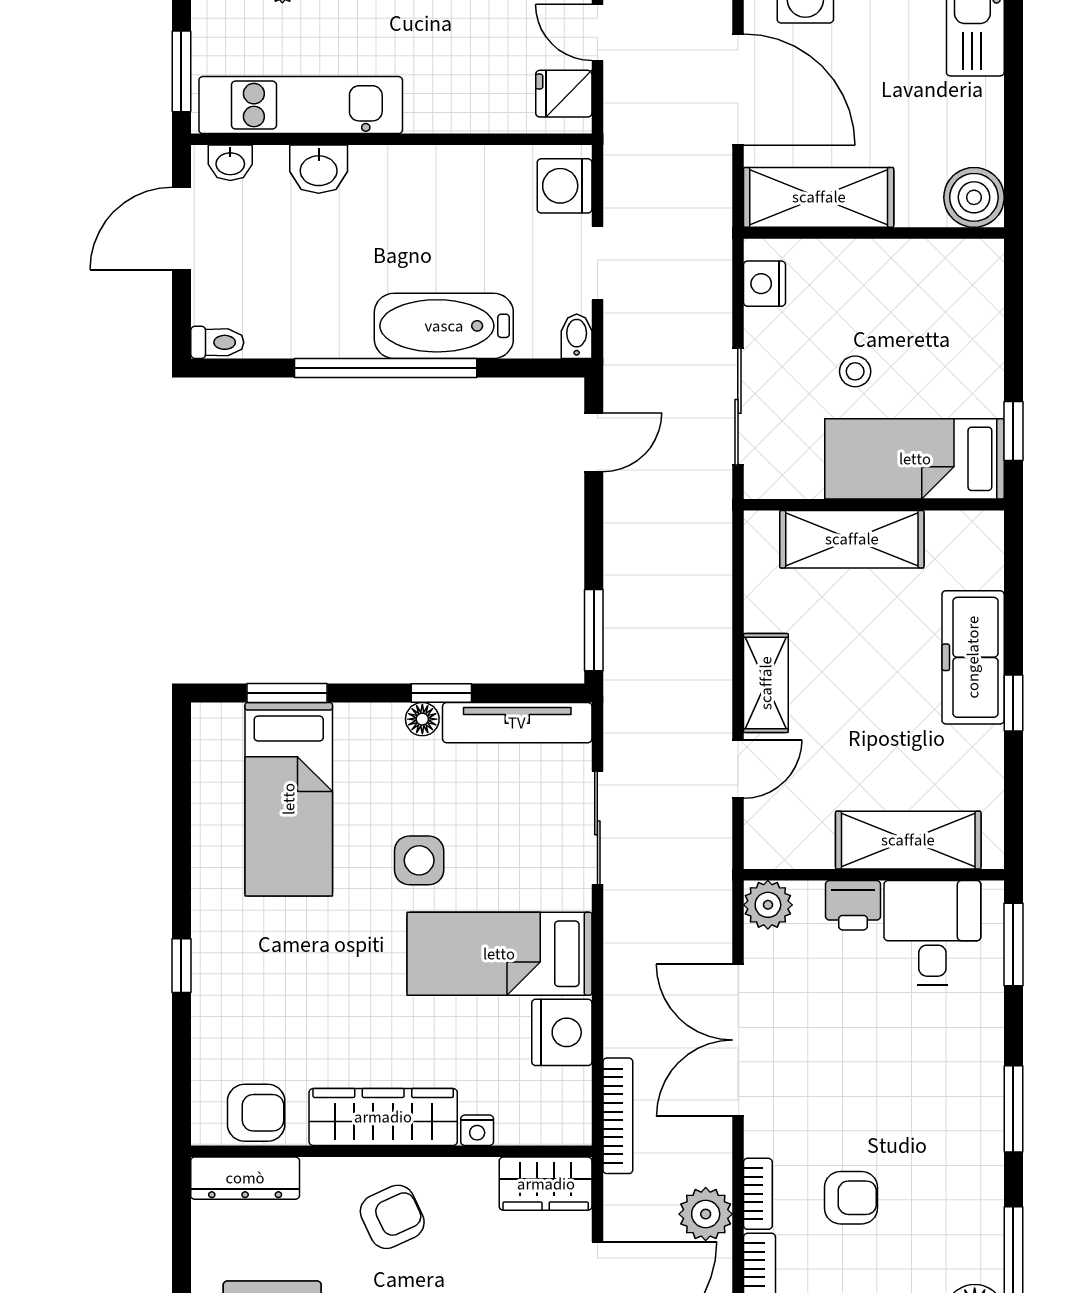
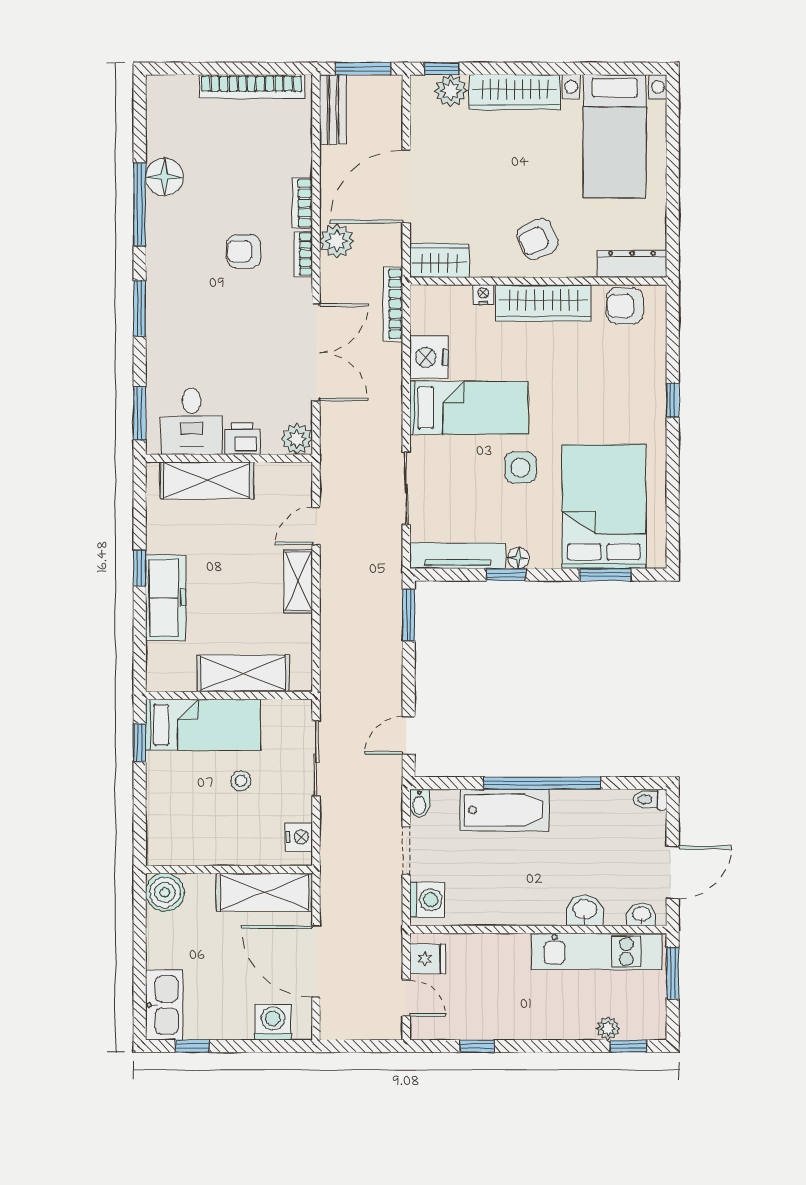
bed: (289, 799) -> (604, 507), width x1.50

